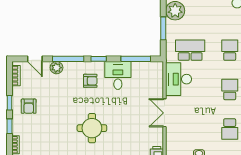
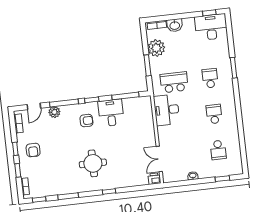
door: (35, 59) -> (34, 106), hinge flipped
double door: (165, 113) -> (159, 159), moved

